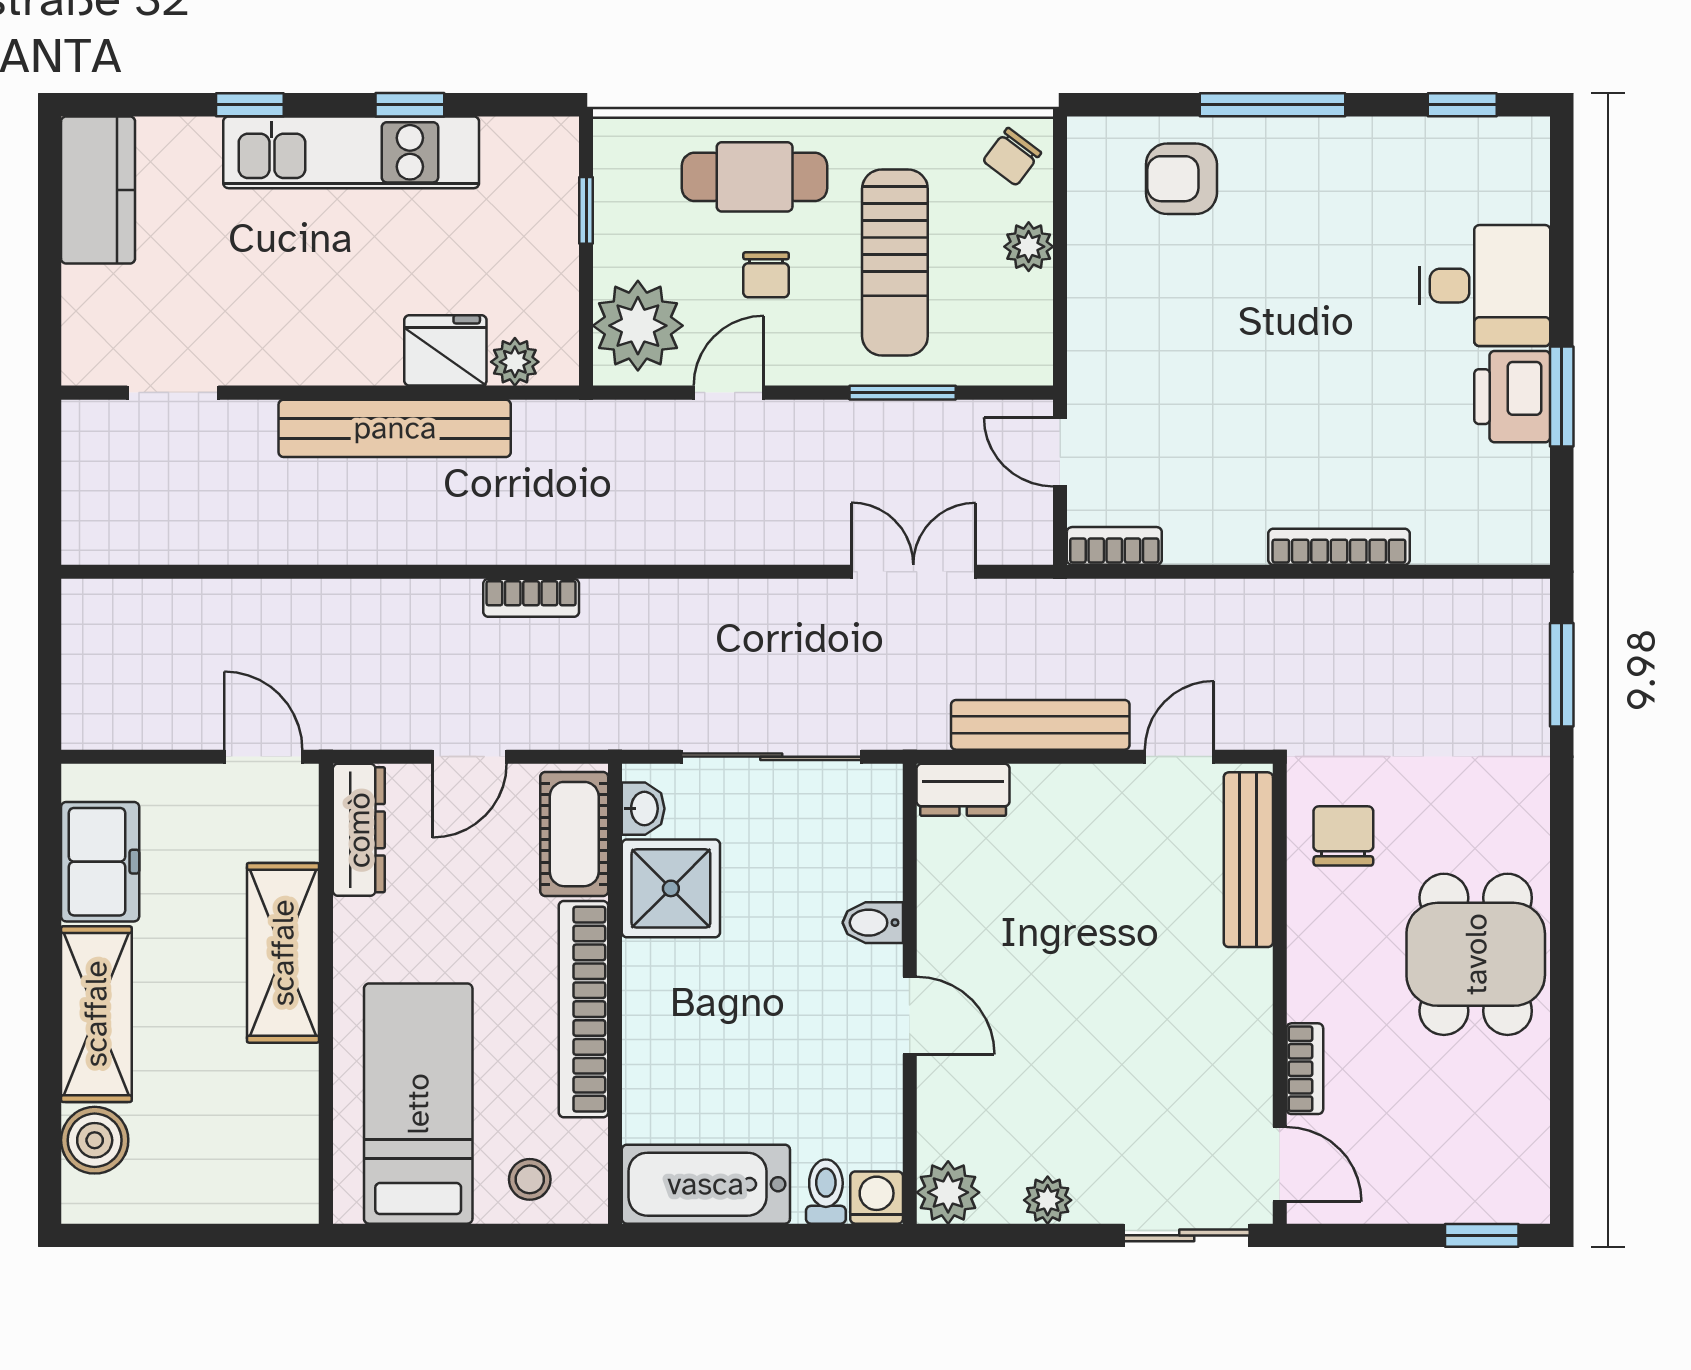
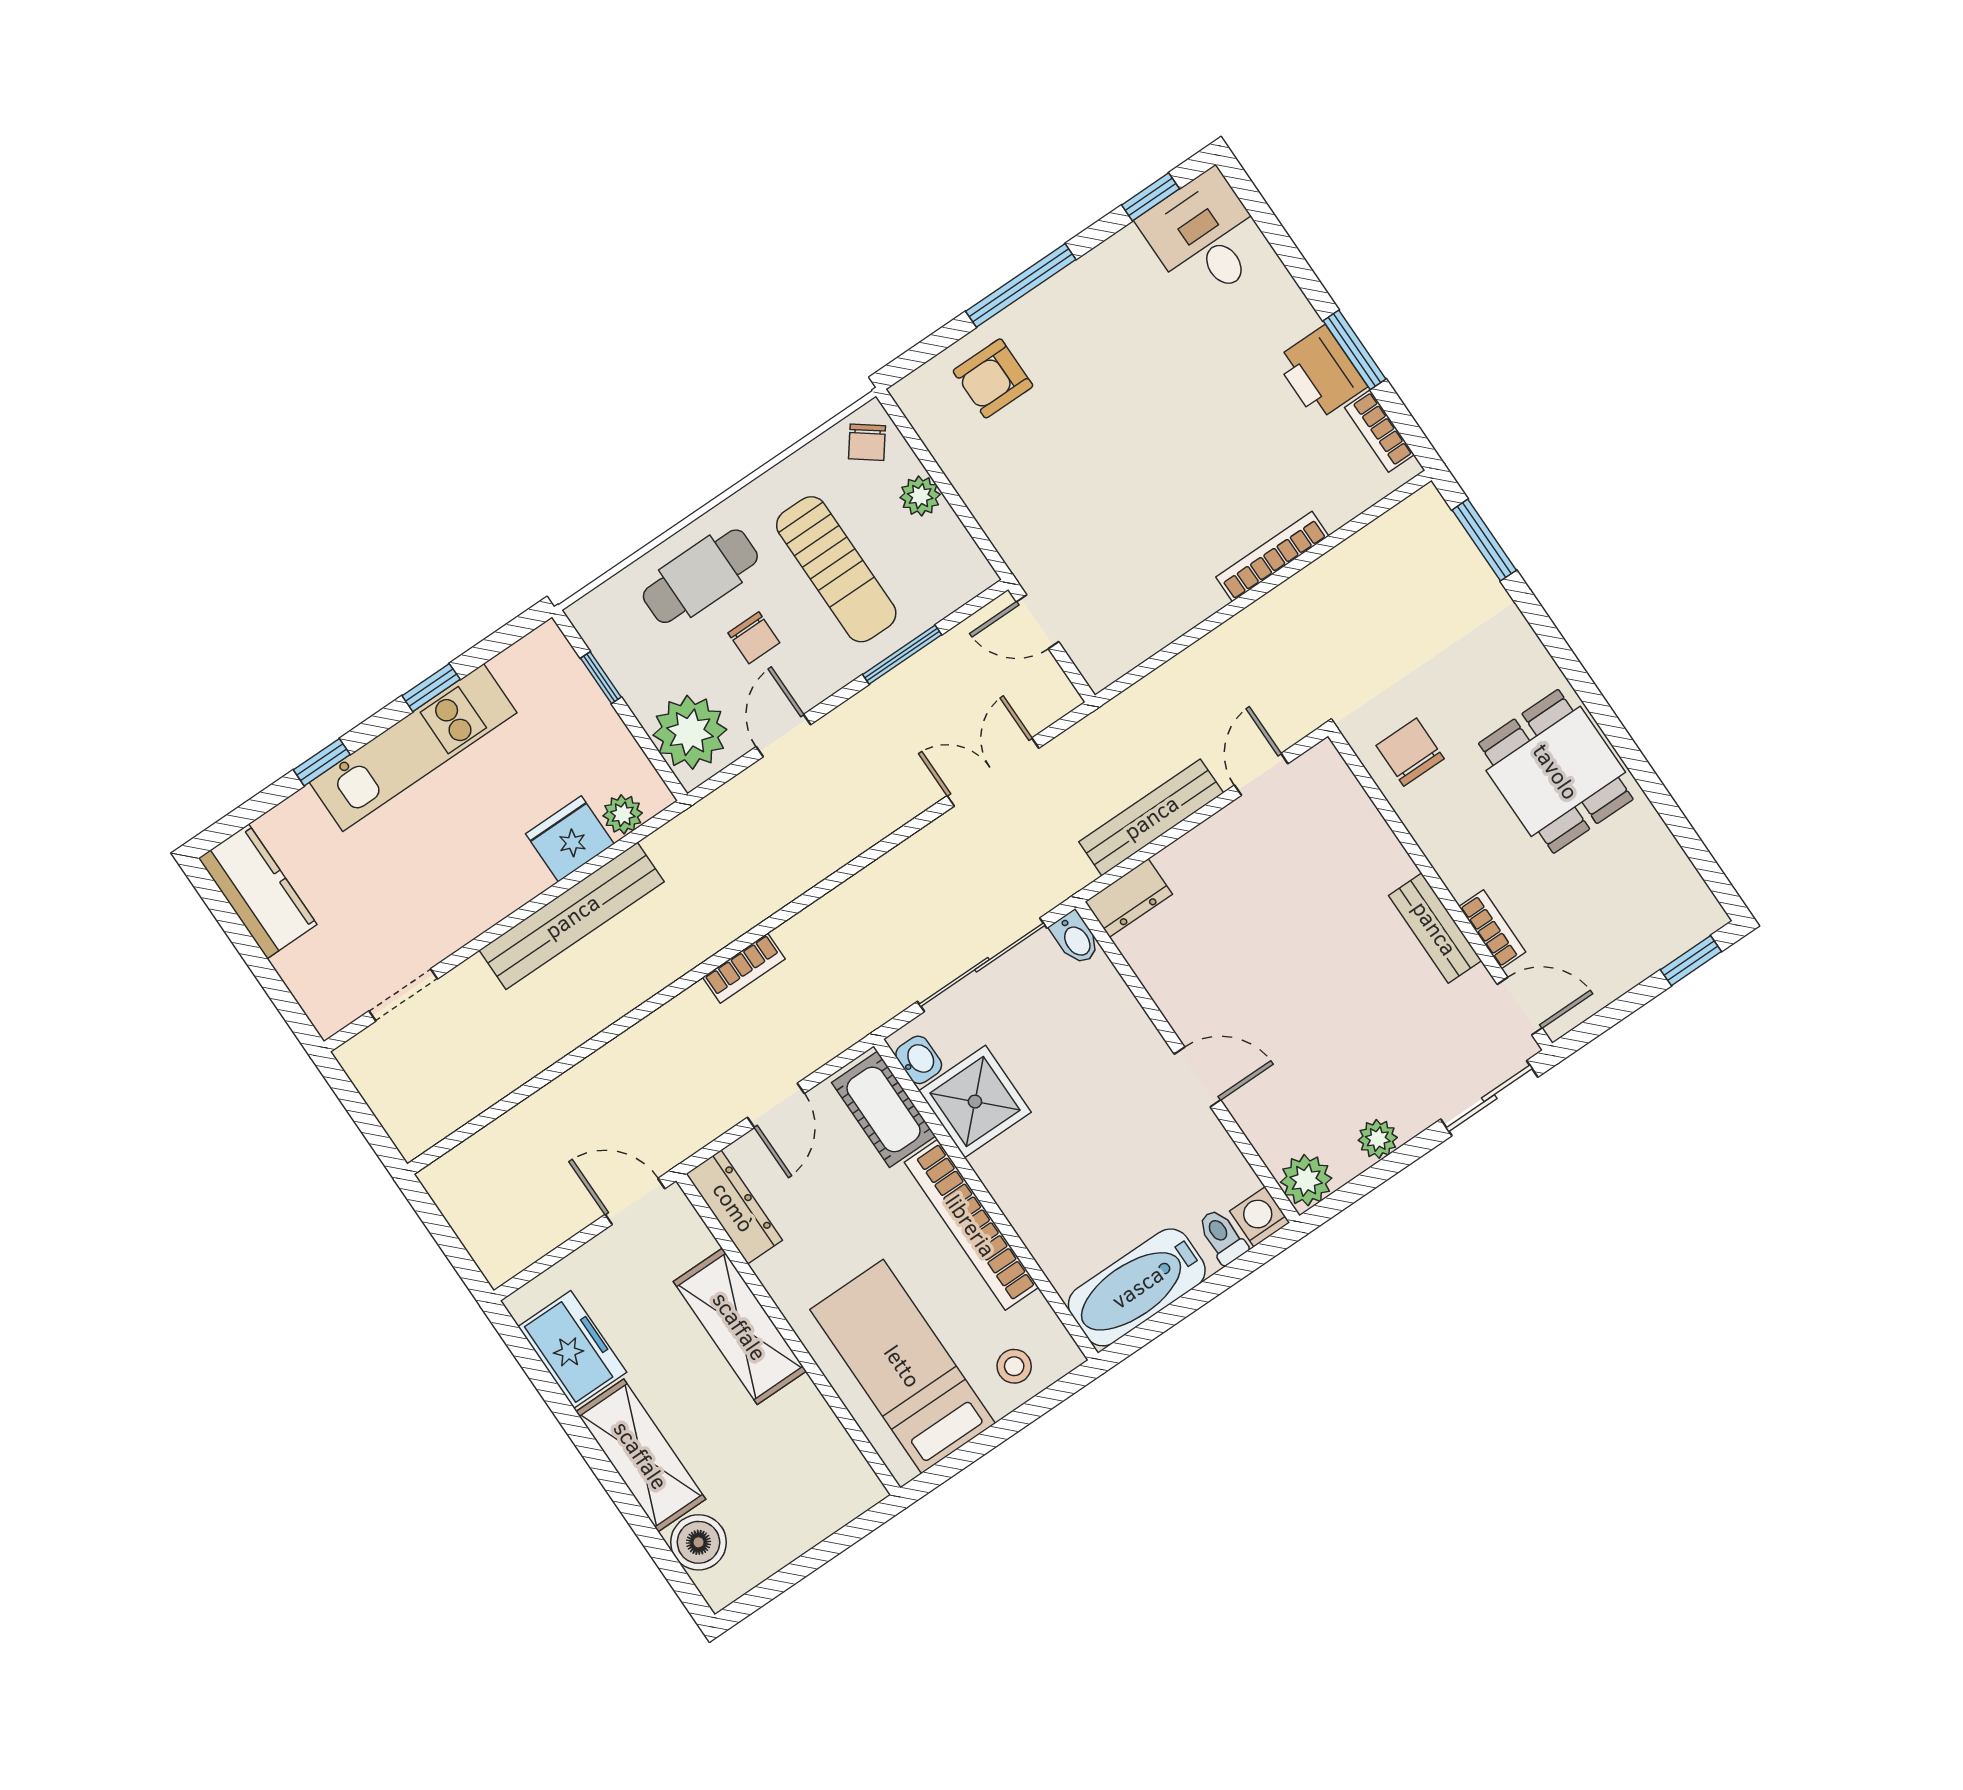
desk: (1485, 286) -> (1205, 237), moved, turned -90
bookcase: (1114, 546) -> (1379, 431), moved, turned -90
bench: (1248, 860) -> (1435, 928), moved, width x0.73
bidet: (873, 923) -> (1075, 938), moved, turned -90

